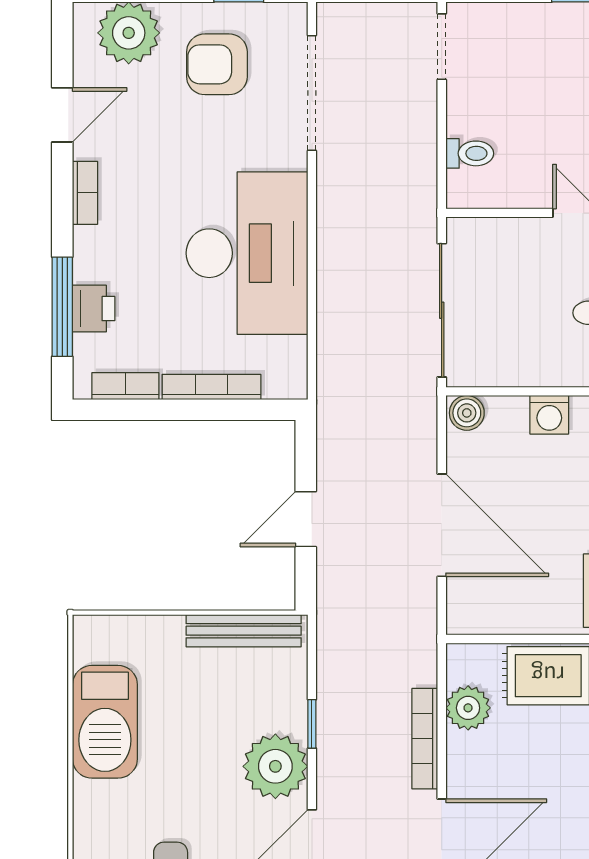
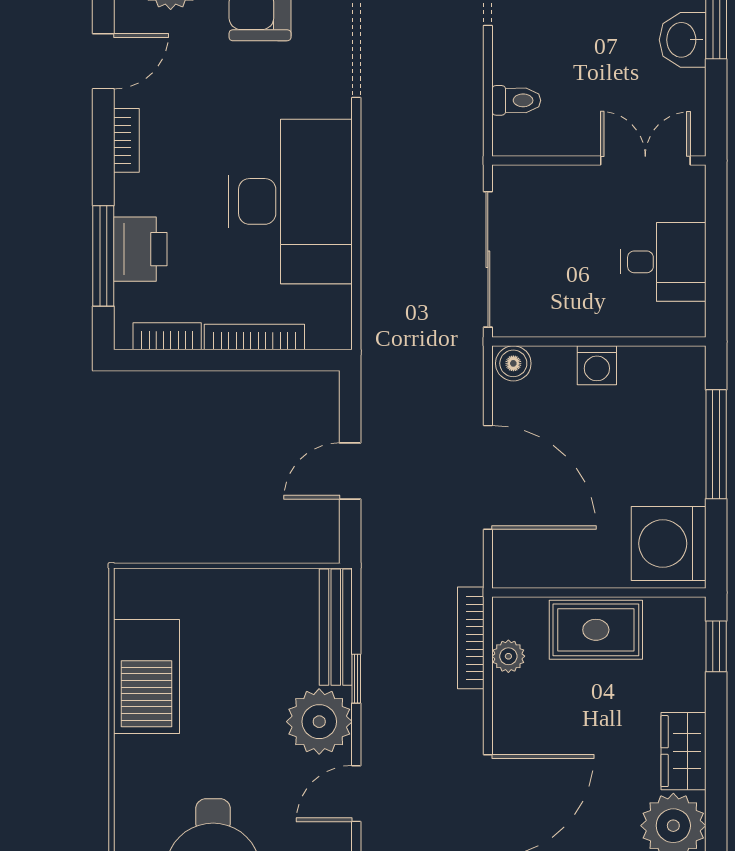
printer: (94, 309) -> (140, 249), width x1.36, depth x1.24
bench: (244, 631) -> (336, 627), moved, turned 90
plant: (468, 708) -> (508, 656), width x0.73, depth x0.73
bookcase: (425, 739) -> (471, 638), moved

